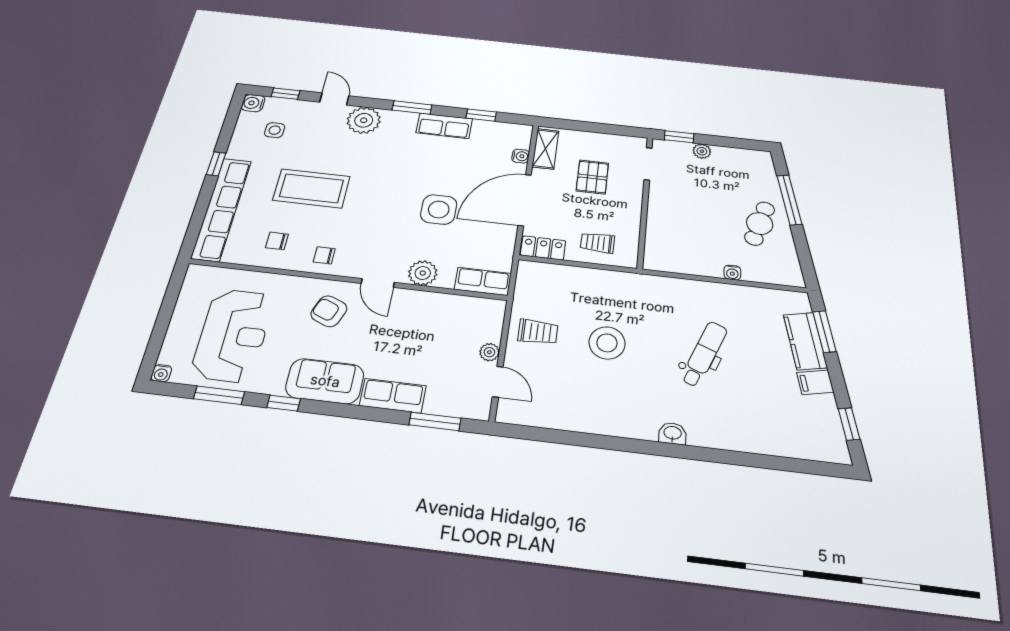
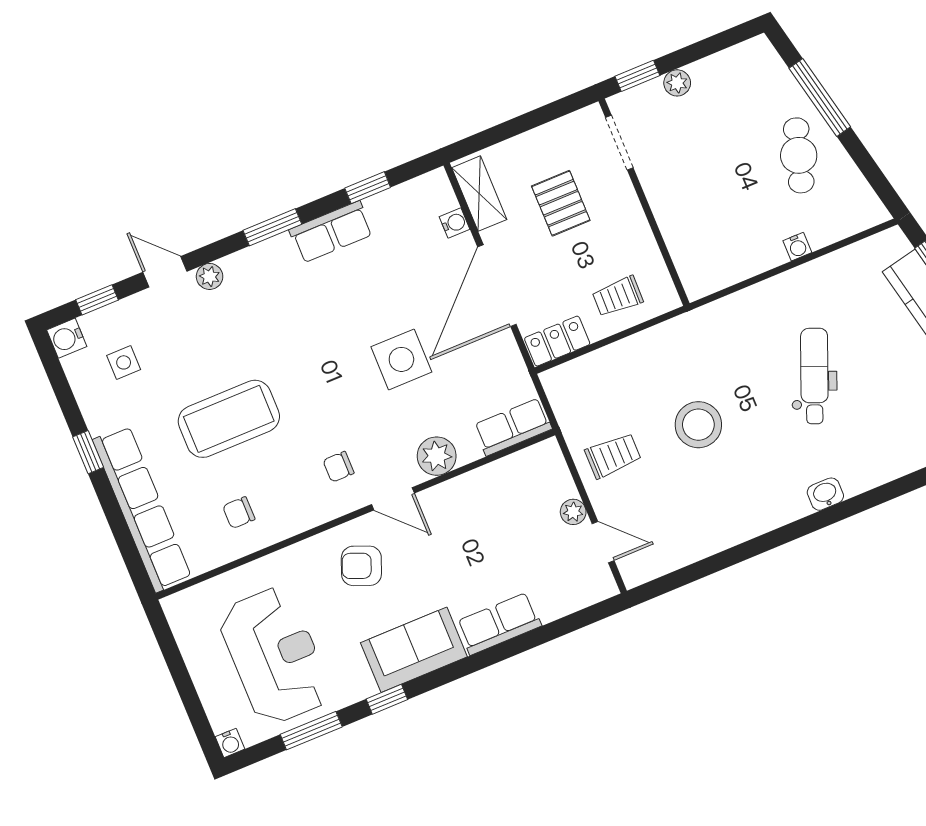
plant: (364, 120) -> (210, 276), width x0.53, depth x0.53
chair: (324, 255) -> (338, 467), moved
window: (435, 421) -> (563, 626), removed

